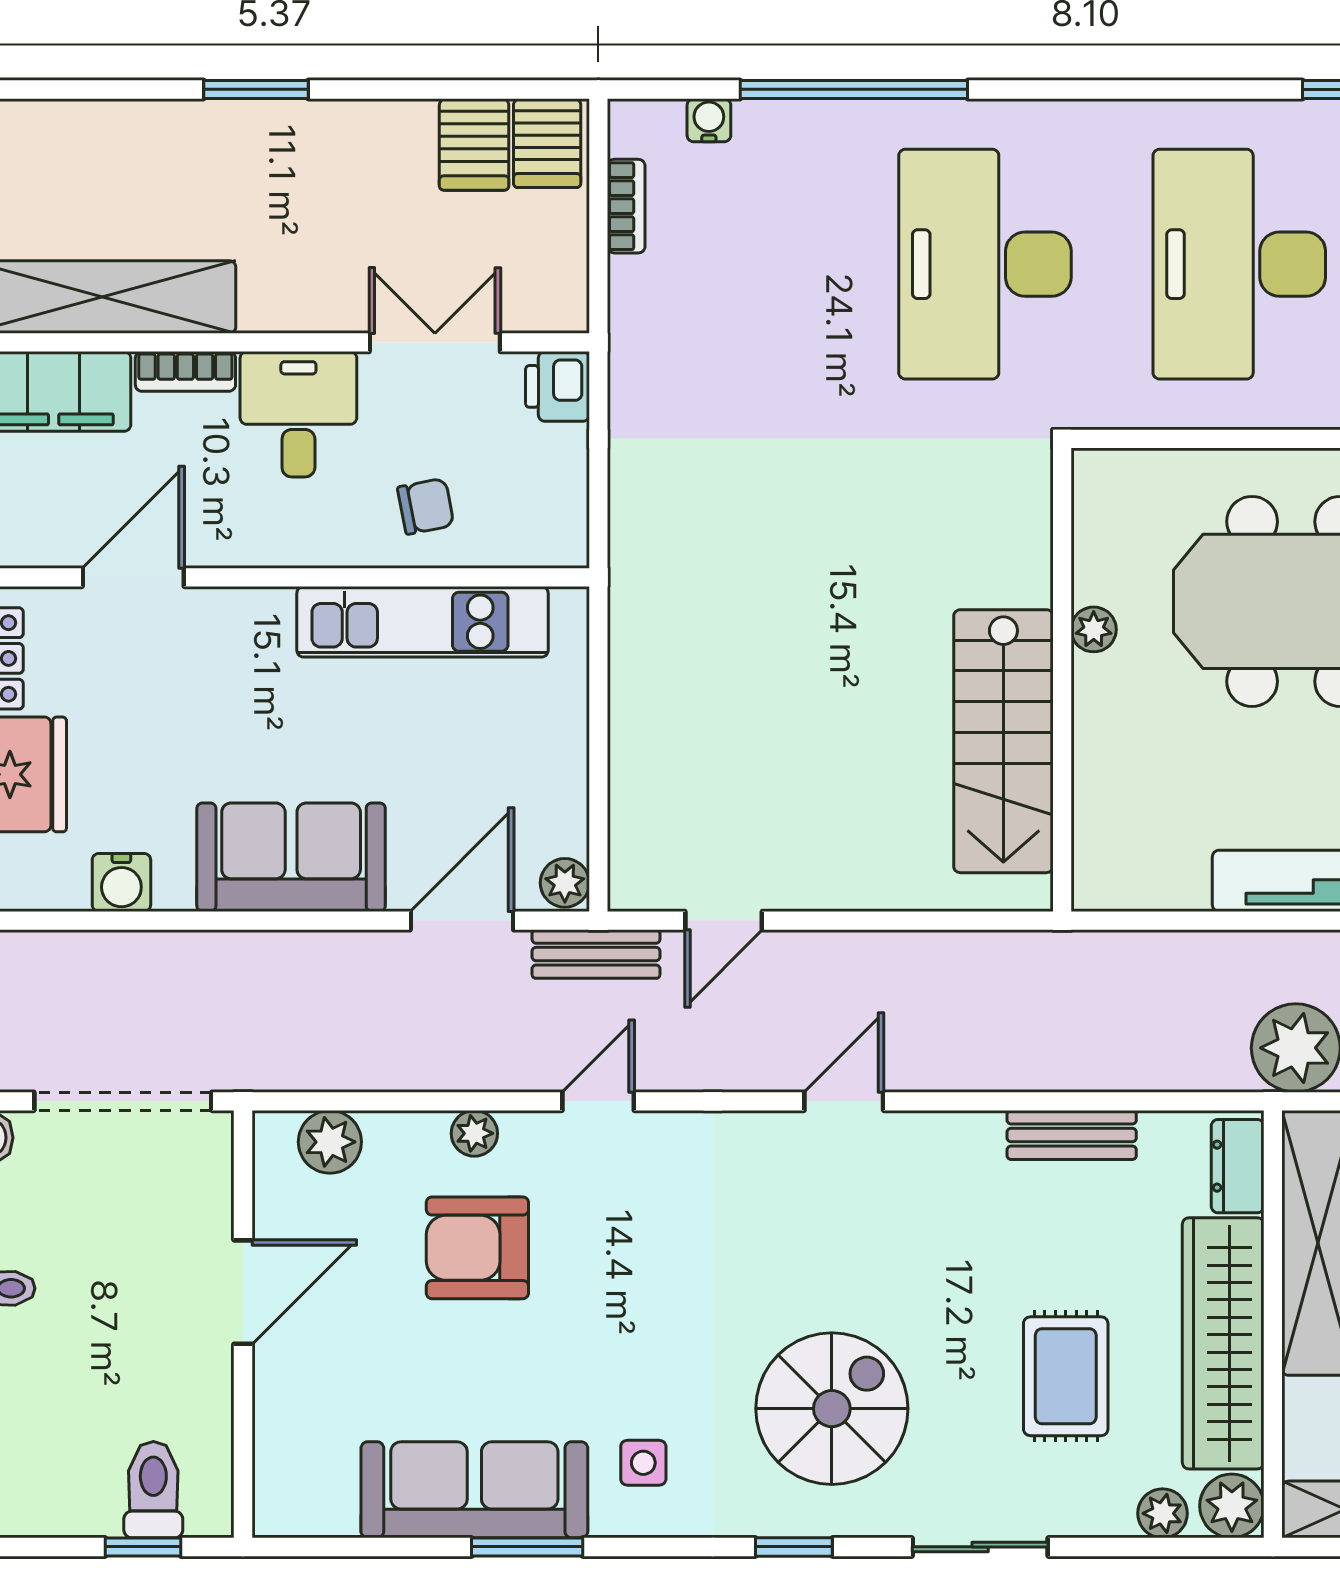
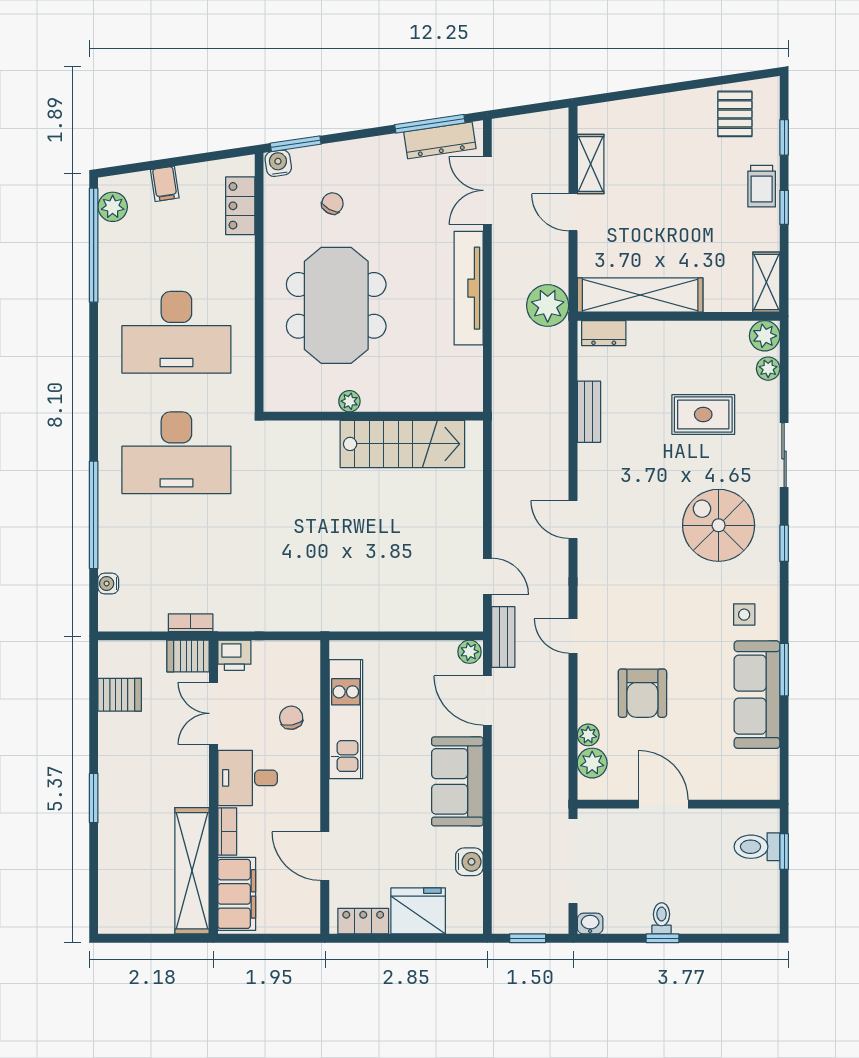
server rack: (547, 143) -> (188, 656), moved, turned 180
bookcase: (626, 206) -> (191, 623), moved
plant: (474, 1133) -> (588, 735), moved
wardrobe: (1223, 1343) -> (688, 340), removed

